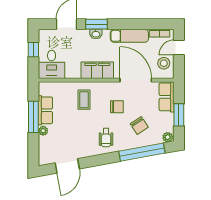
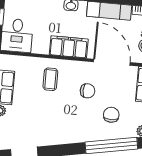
chair: (139, 126) -> (111, 115), turned -147
wheelchair: (106, 138) -> (72, 125), removed

